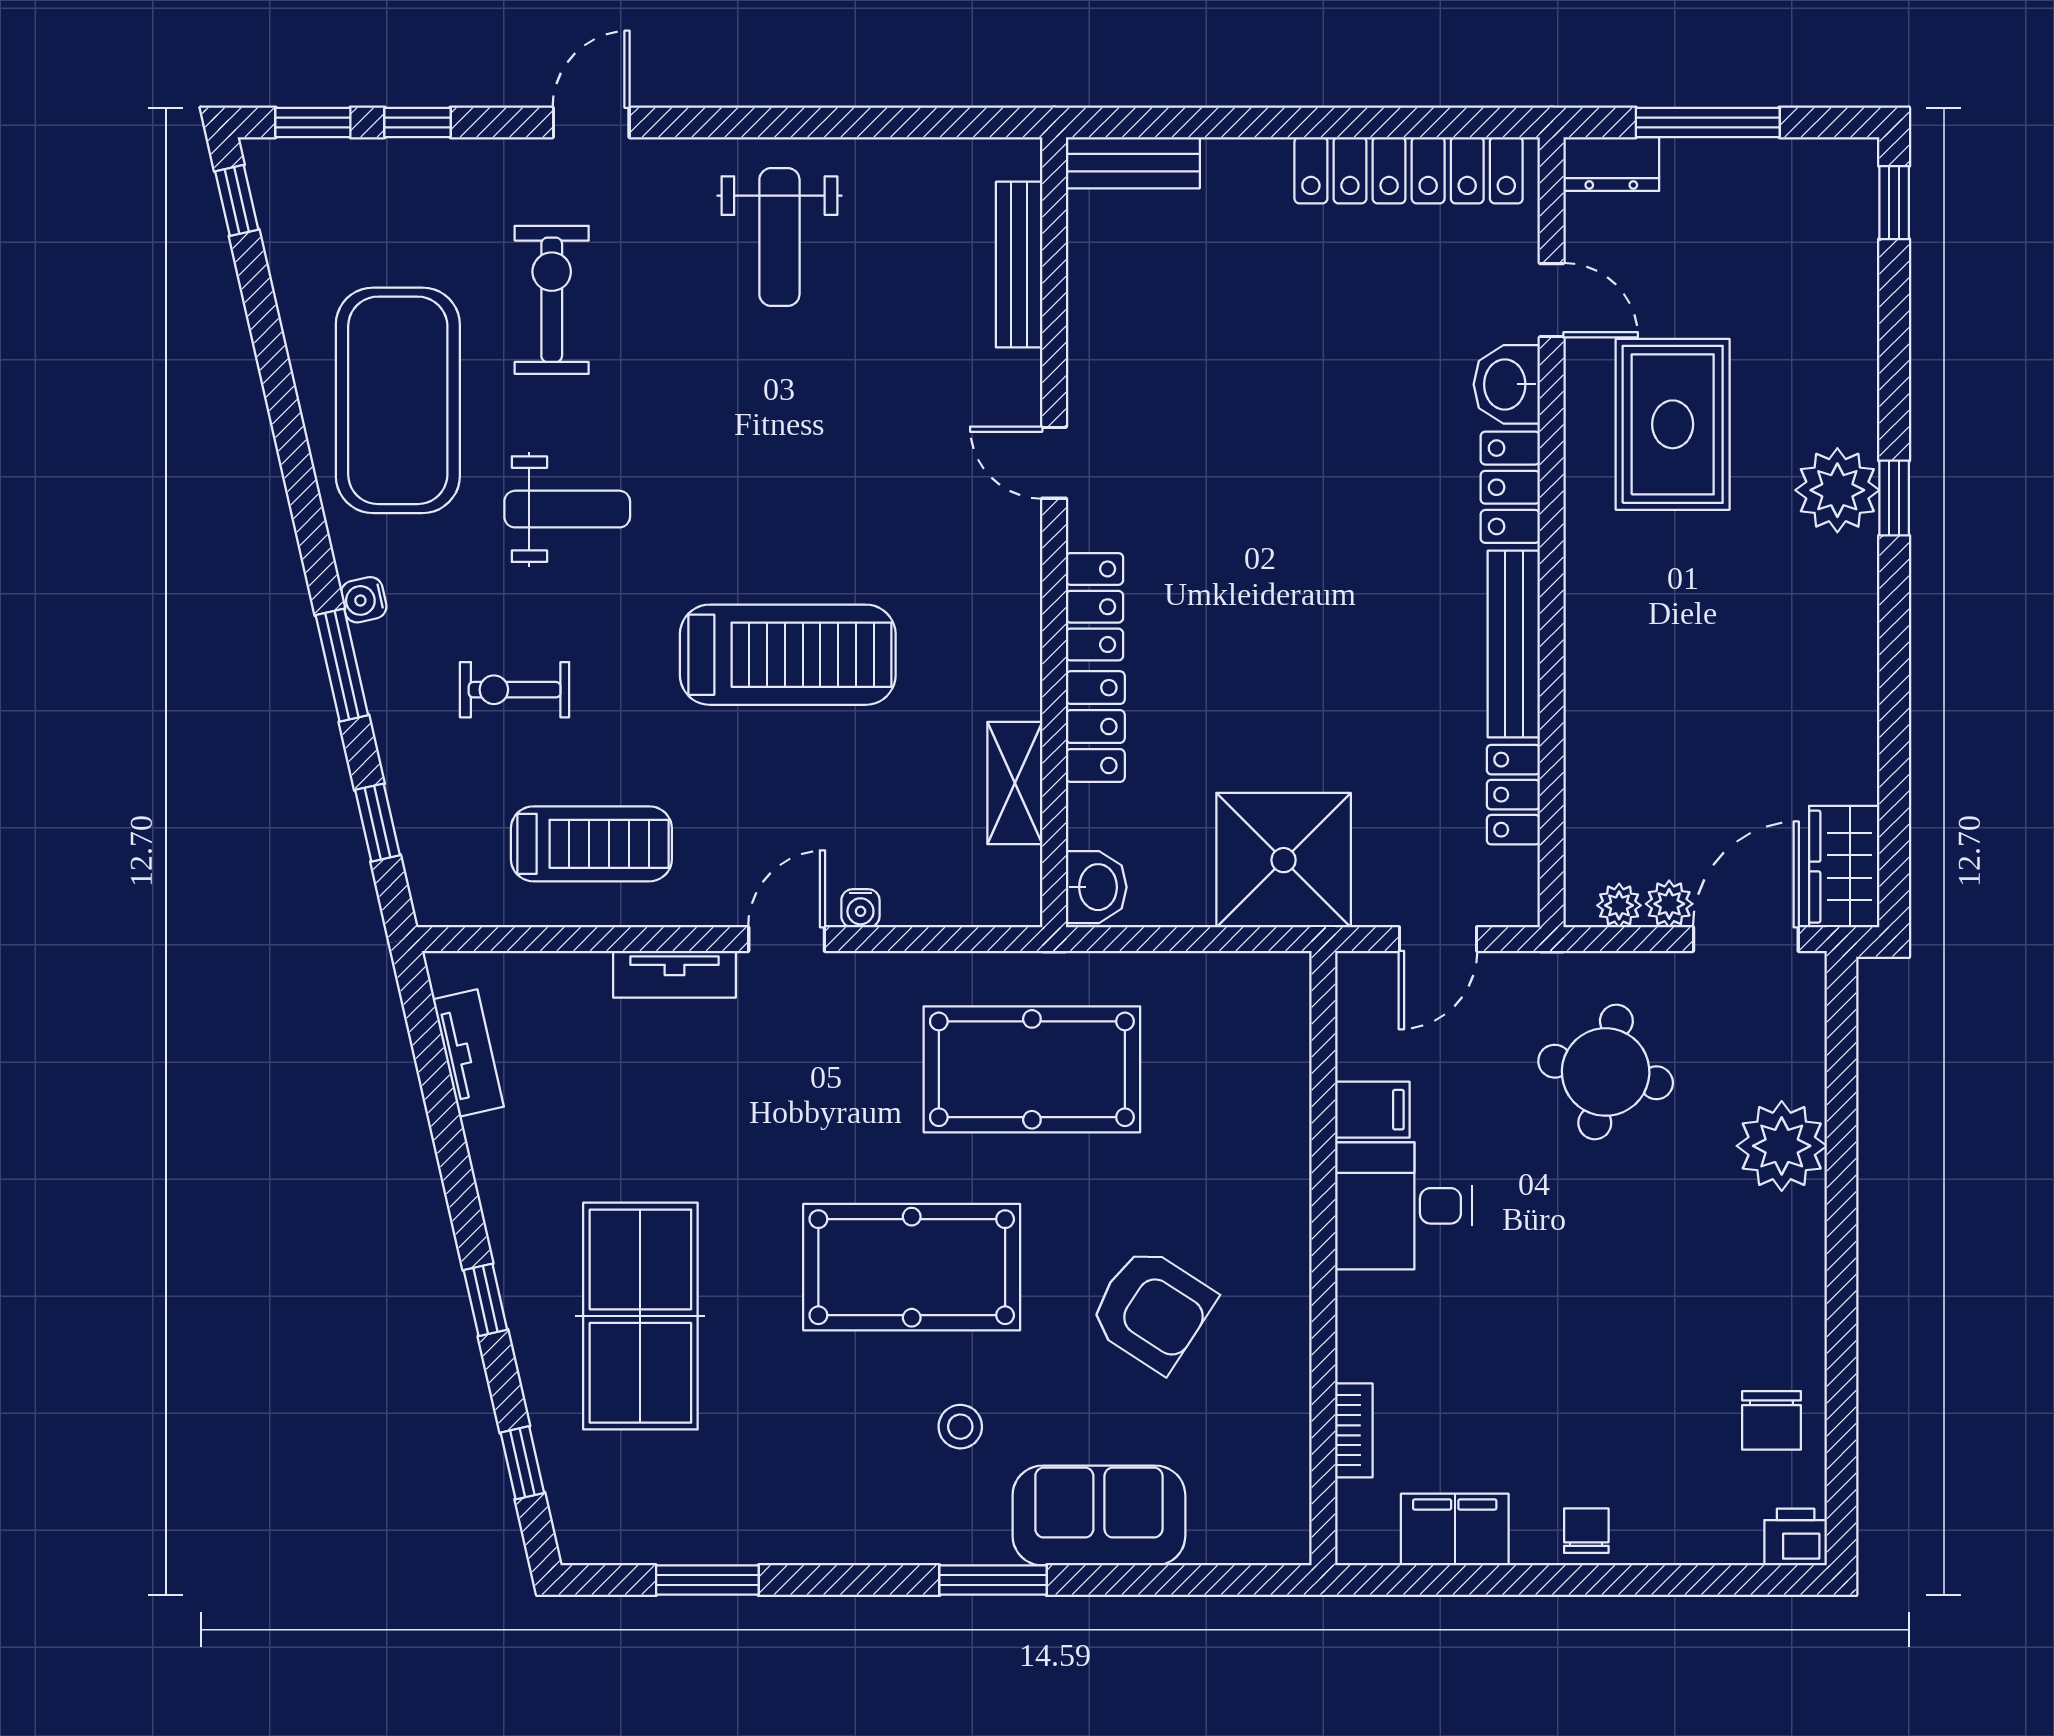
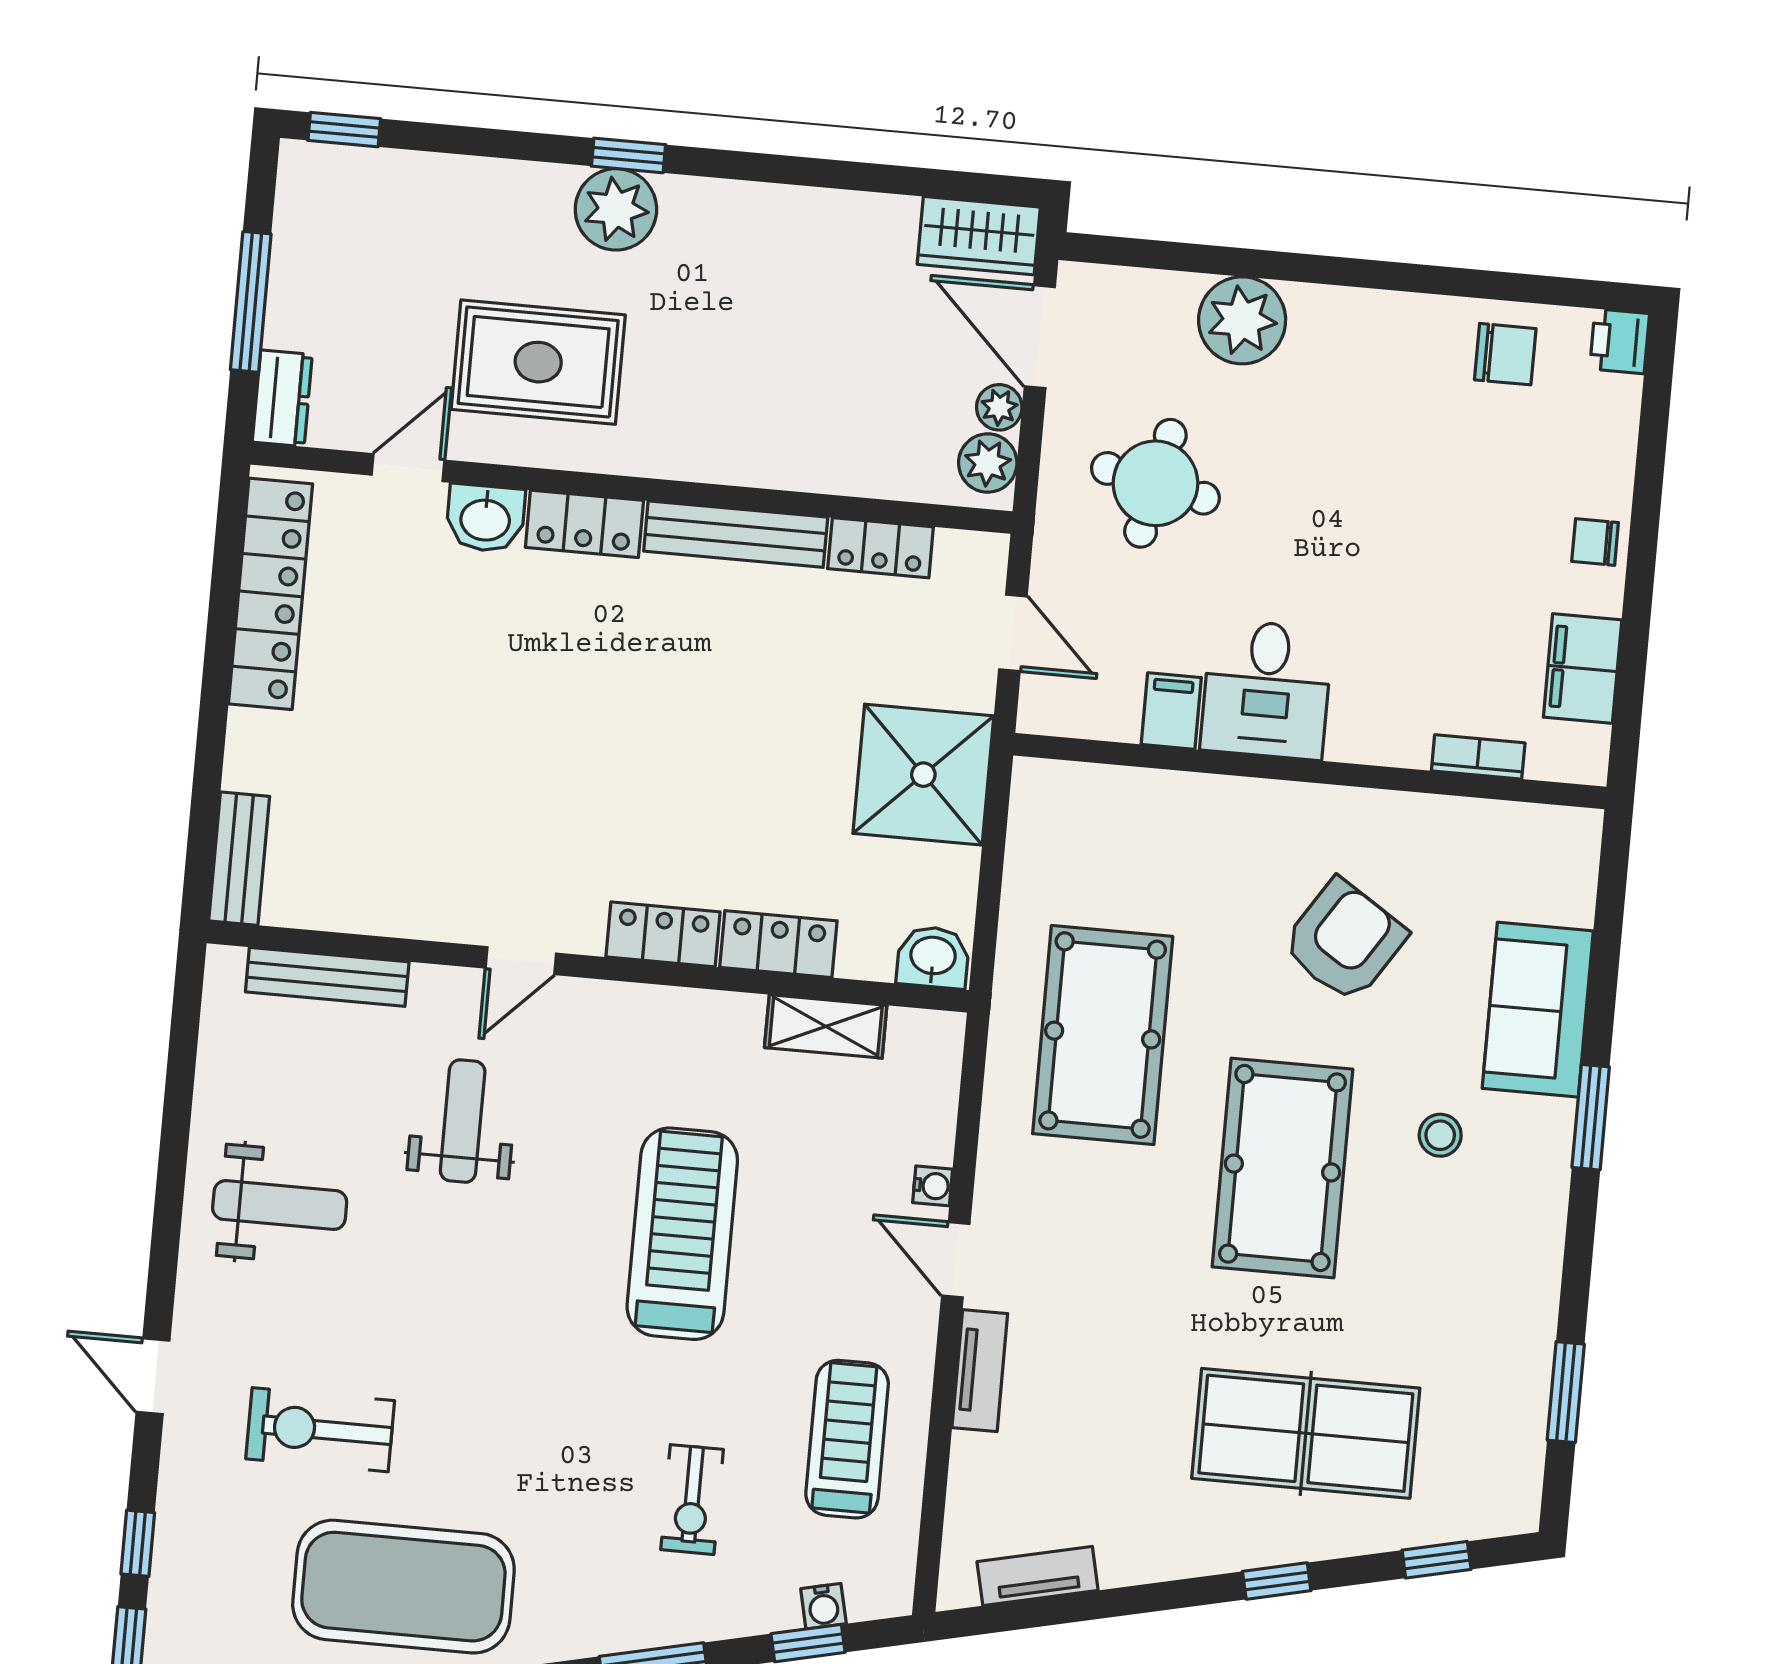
weight bench: (567, 509) -> (463, 1121), moved
water cooler: (364, 600) -> (823, 1606), moved
plant: (1619, 905) -> (988, 463), width x1.38, depth x1.38

